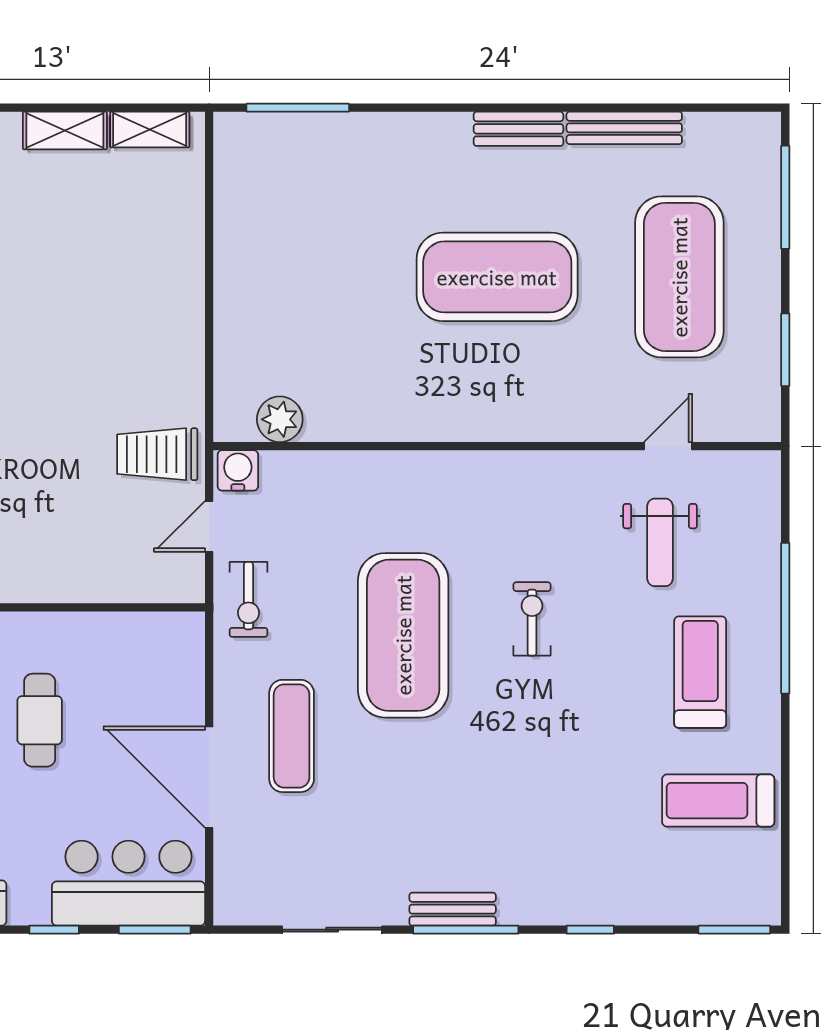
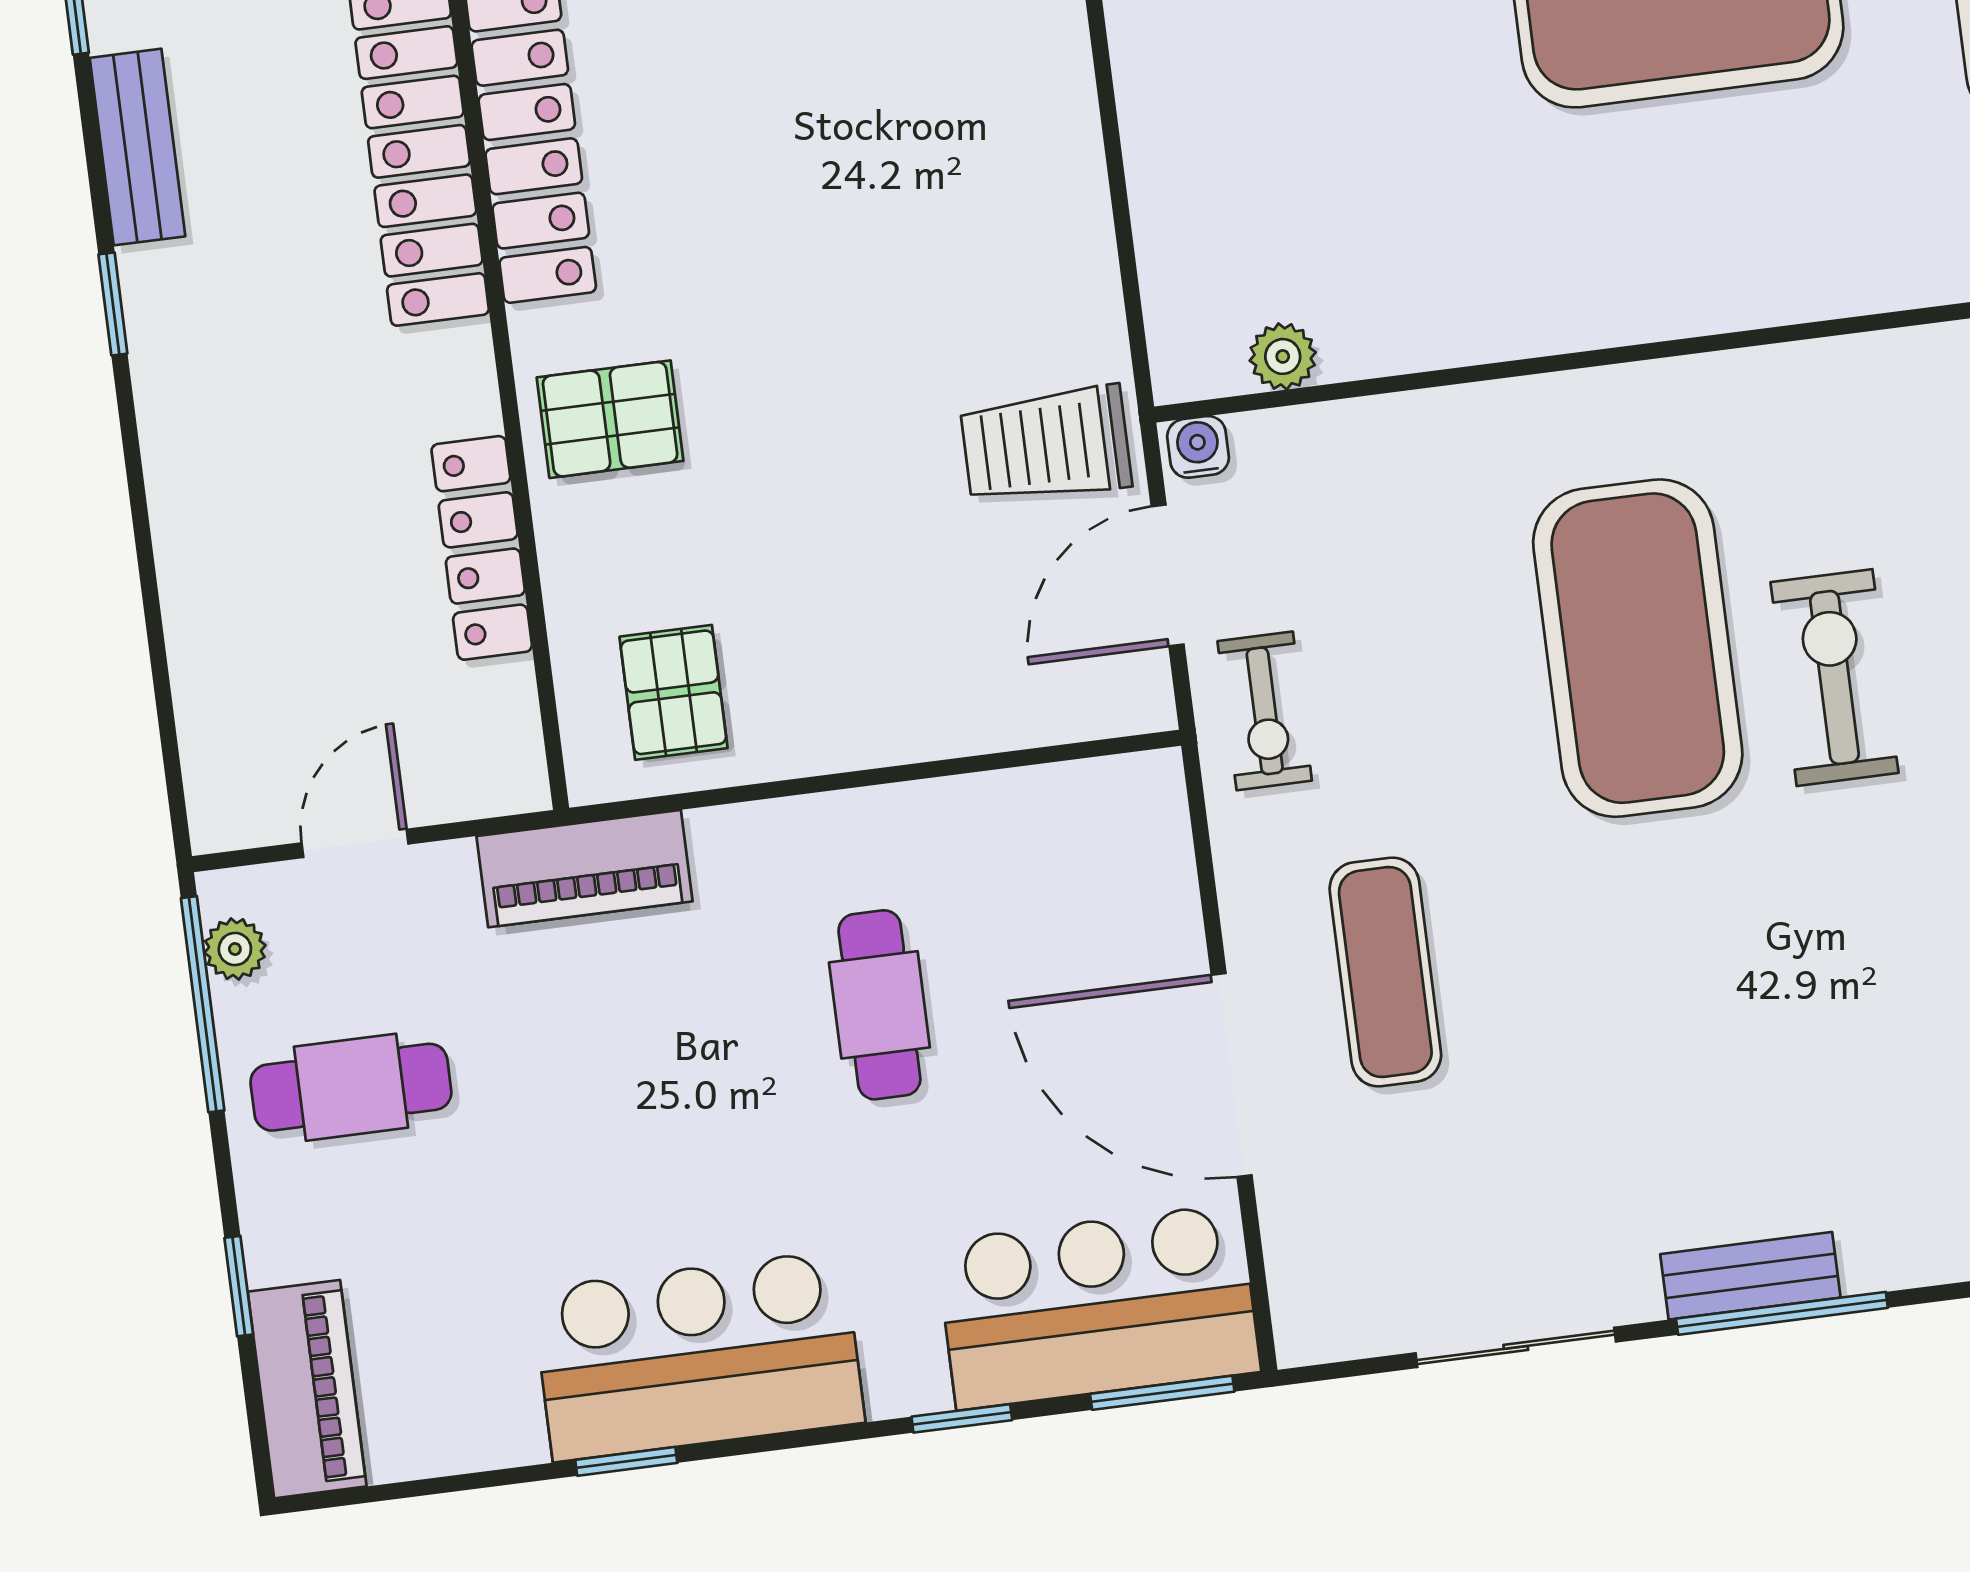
plant: (280, 419) -> (1283, 356), width x0.73, depth x0.73
water cooler: (238, 470) -> (1198, 447), width x0.72, depth x0.72
door: (209, 526) -> (1168, 575), width x1.38
exercise bike: (532, 619) -> (1835, 678), width x1.38, depth x1.39
exercise mat: (403, 635) -> (1638, 648), moved

